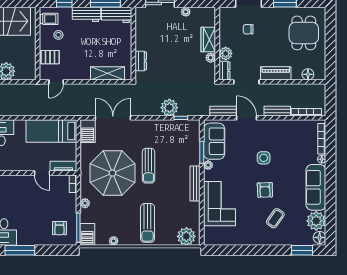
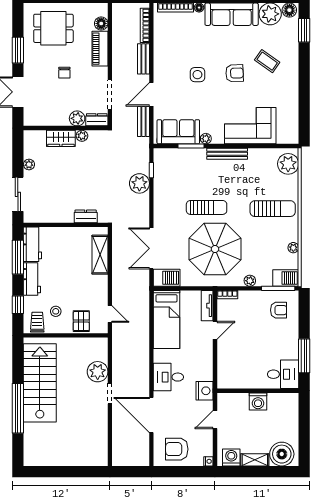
chair: (248, 29) -> (64, 73), moved
piano: (276, 73) -> (100, 49), moved

